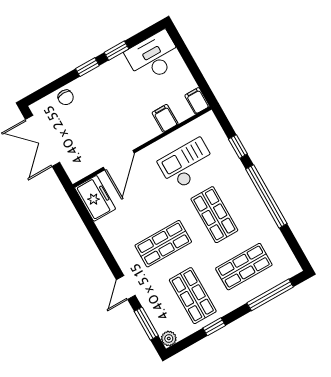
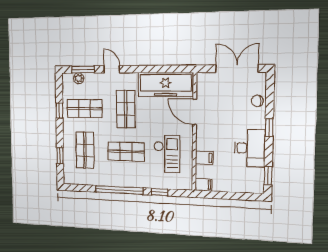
window: (116, 51) -> (268, 176), moved
desk: (154, 57) -> (250, 148), moved
freezer: (95, 198) -> (166, 85), width x1.91, depth x1.26
window: (270, 295) -> (60, 156), width x0.46
plant: (169, 338) -> (79, 78), moved

